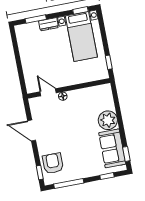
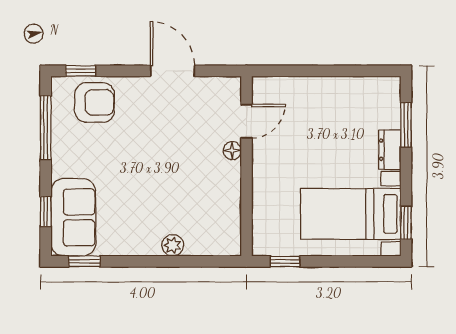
plant: (108, 120) -> (173, 245), width x0.53, depth x0.53
door: (32, 130) -> (173, 71), hinge flipped
sofa: (112, 148) -> (73, 217), moved, turned 90

